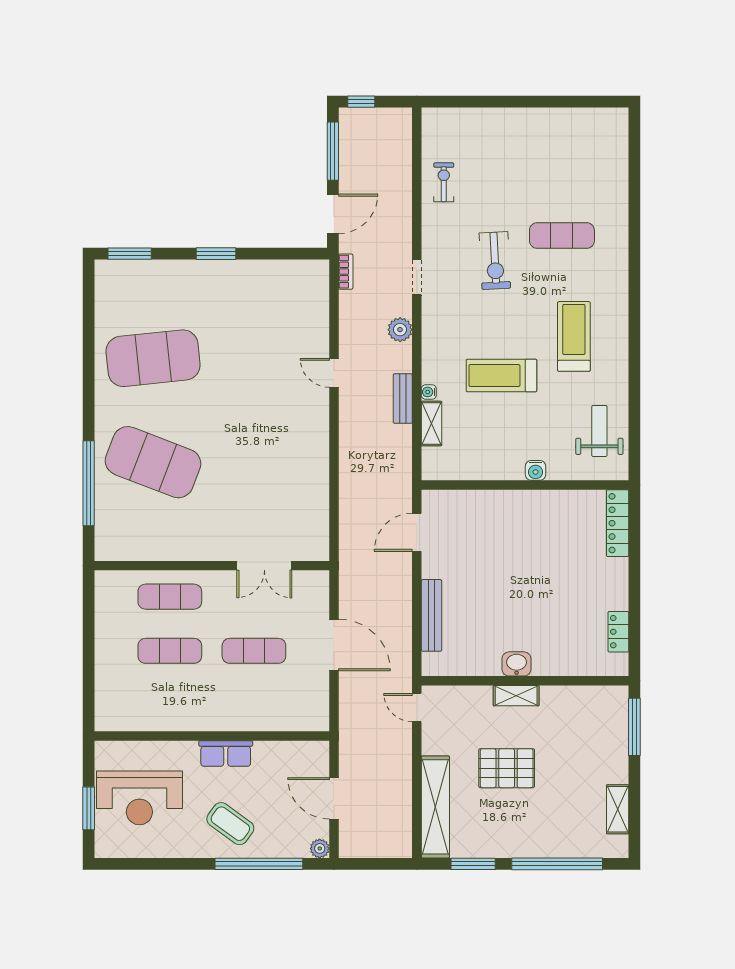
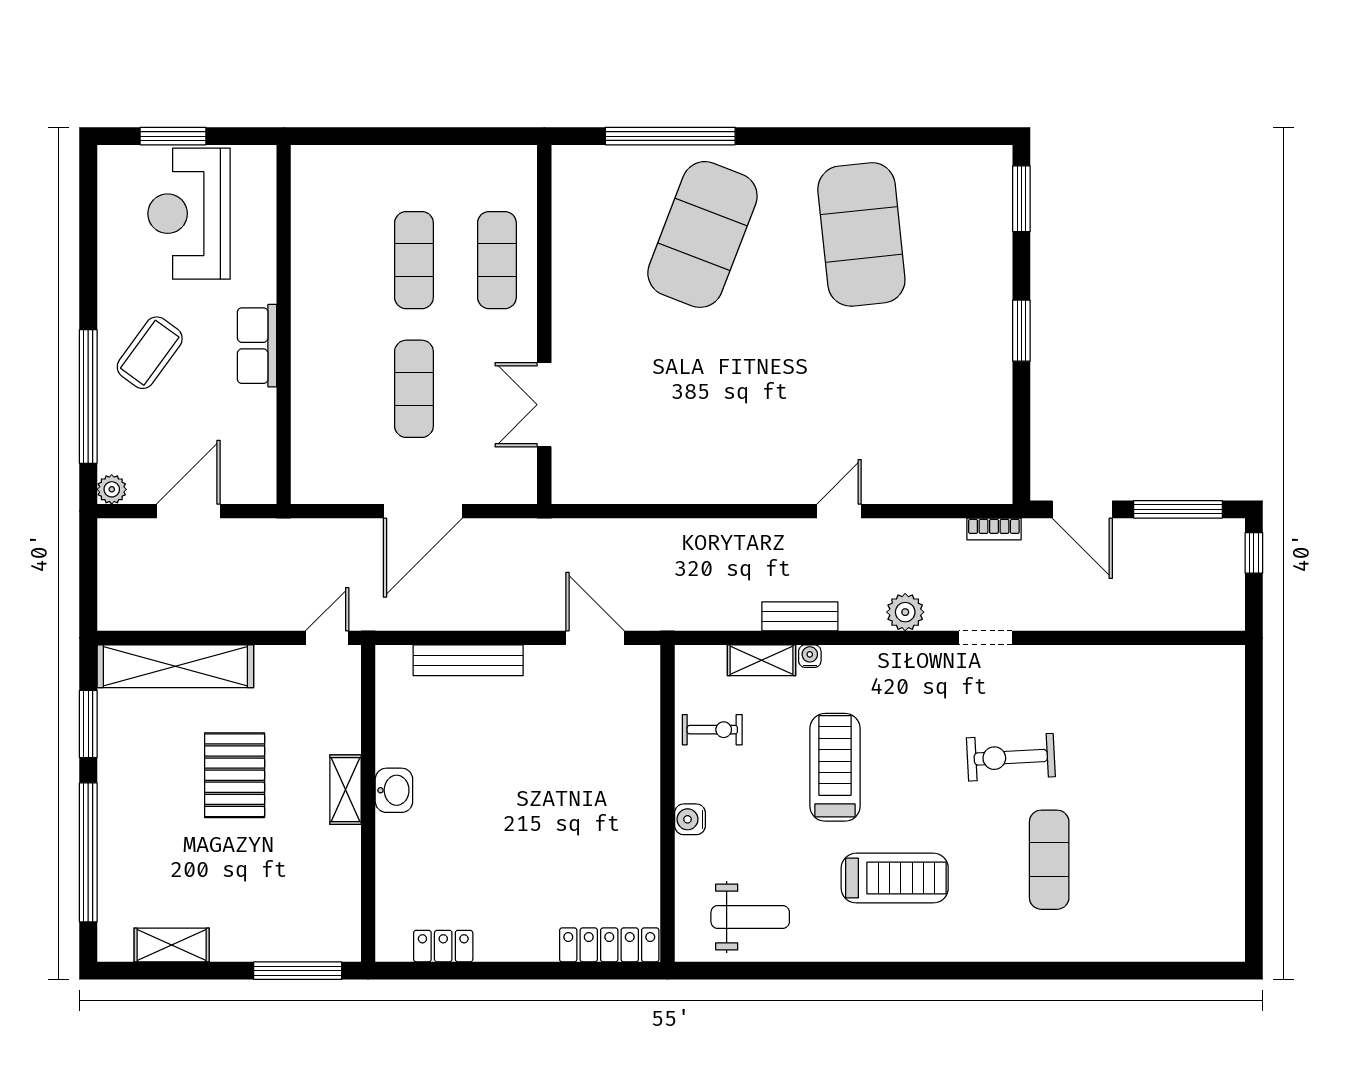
exercise bike: (444, 182) -> (712, 730), moved

